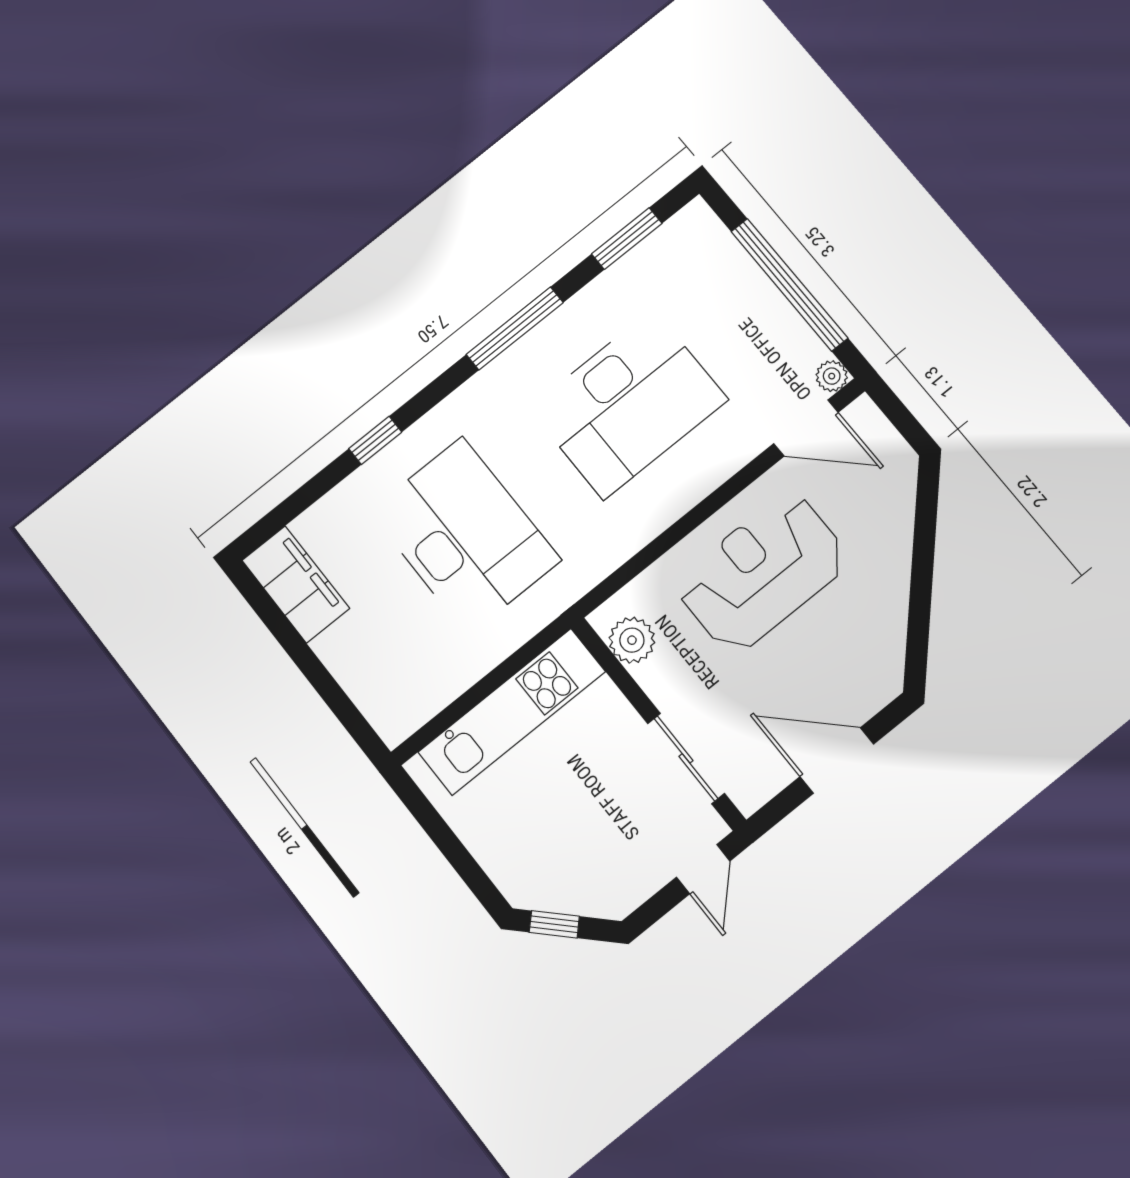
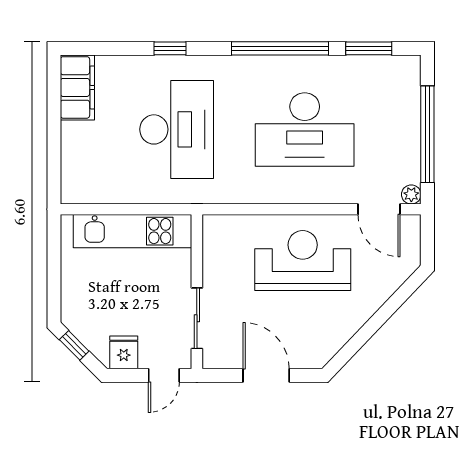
window: (515, 328) -> (280, 48), width x1.46
plant: (632, 640) -> (216, 243), removed
fridge: (626, 881) -> (124, 352), added

